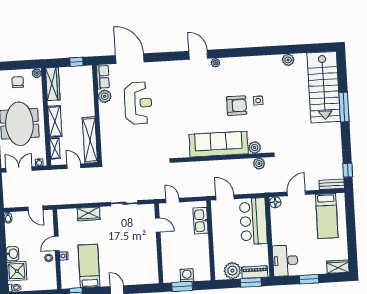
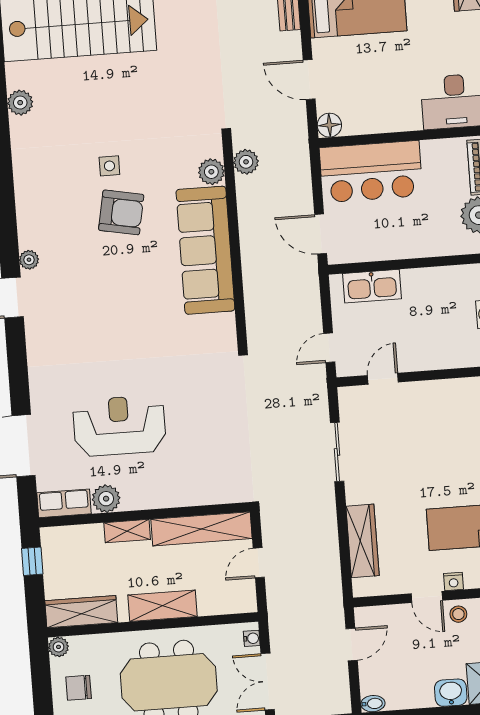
armchair: (237, 106) -> (121, 212), turned 101
shelving: (55, 148) -> (127, 531), moved
door: (225, 197) -> (321, 234), hinge flipped
wardrobe: (89, 214) -> (363, 541), width x1.50

